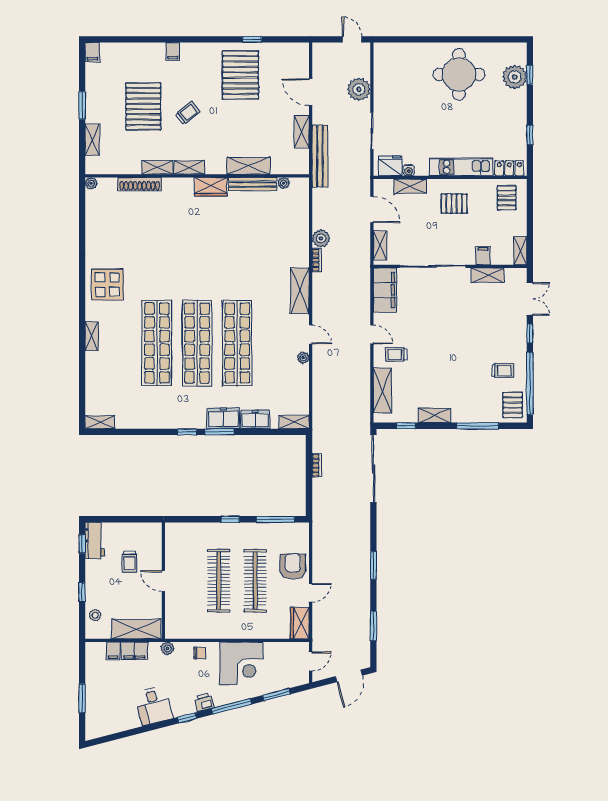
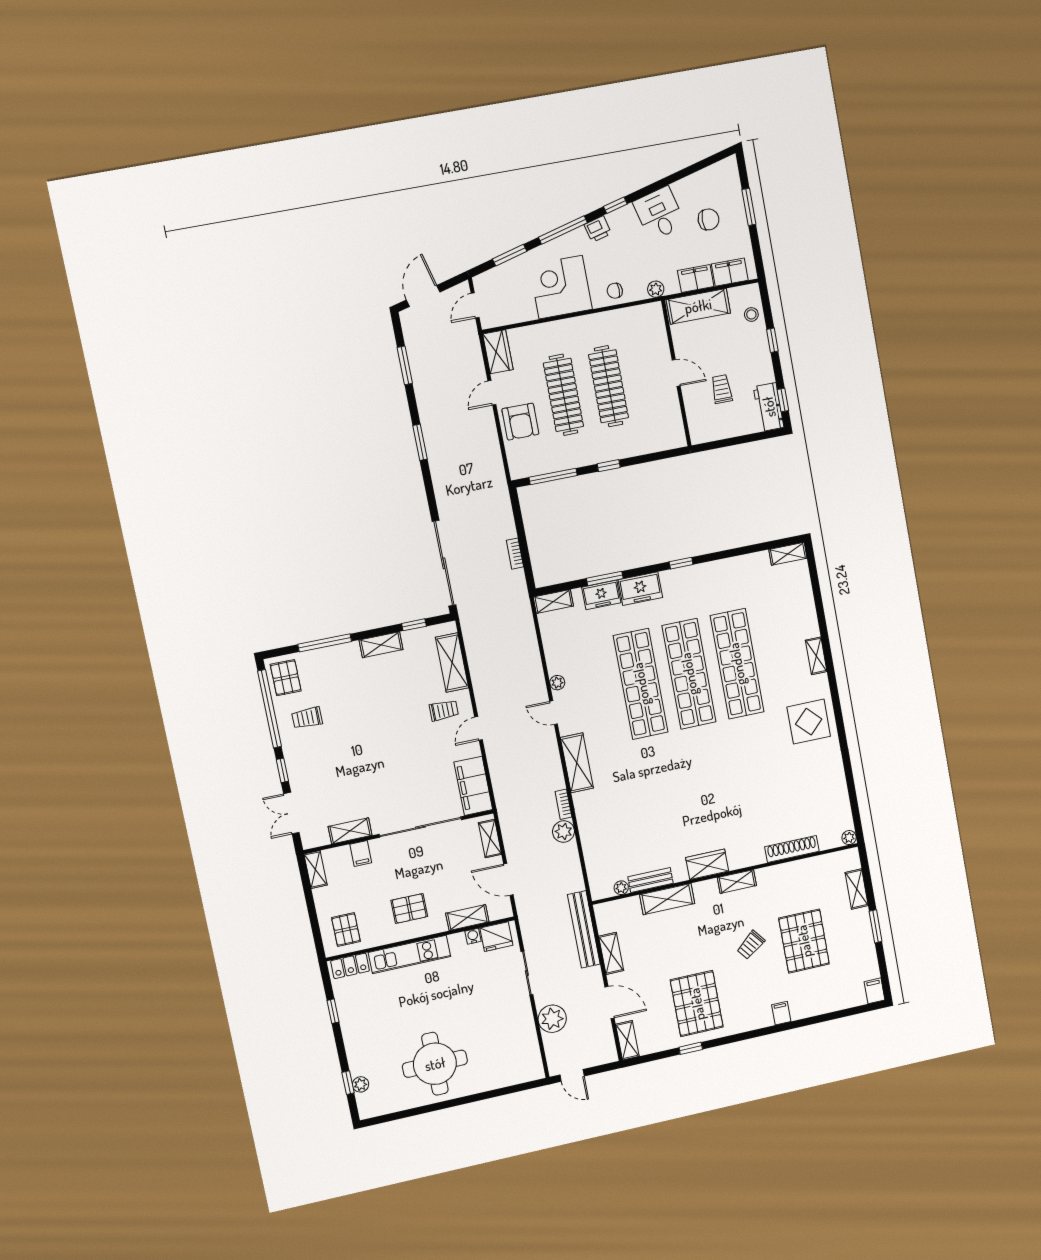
plant: (515, 77) -> (361, 1084), width x0.53, depth x0.53
shelving: (157, 167) -> (627, 1040), moved, turned 90
bench: (252, 184) -> (650, 880), width x0.73
door: (372, 334) -> (479, 728), hinge flipped
window: (219, 432) -> (605, 578), moved
filing cabinet: (113, 651) -> (730, 272), width x2.00
chair: (116, 694) -> (709, 219), added

